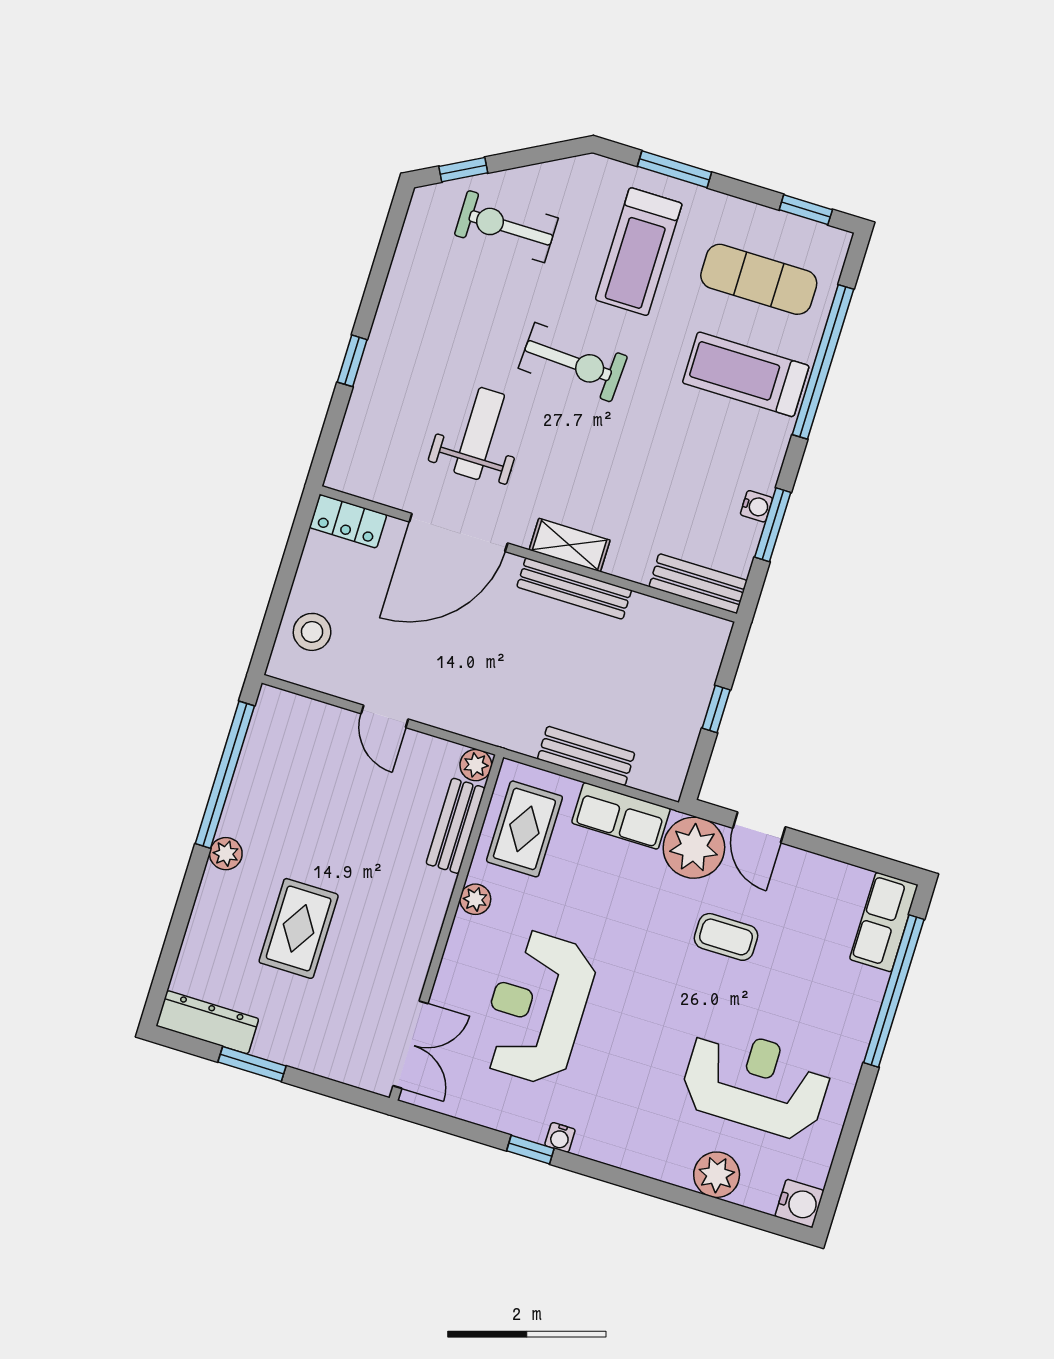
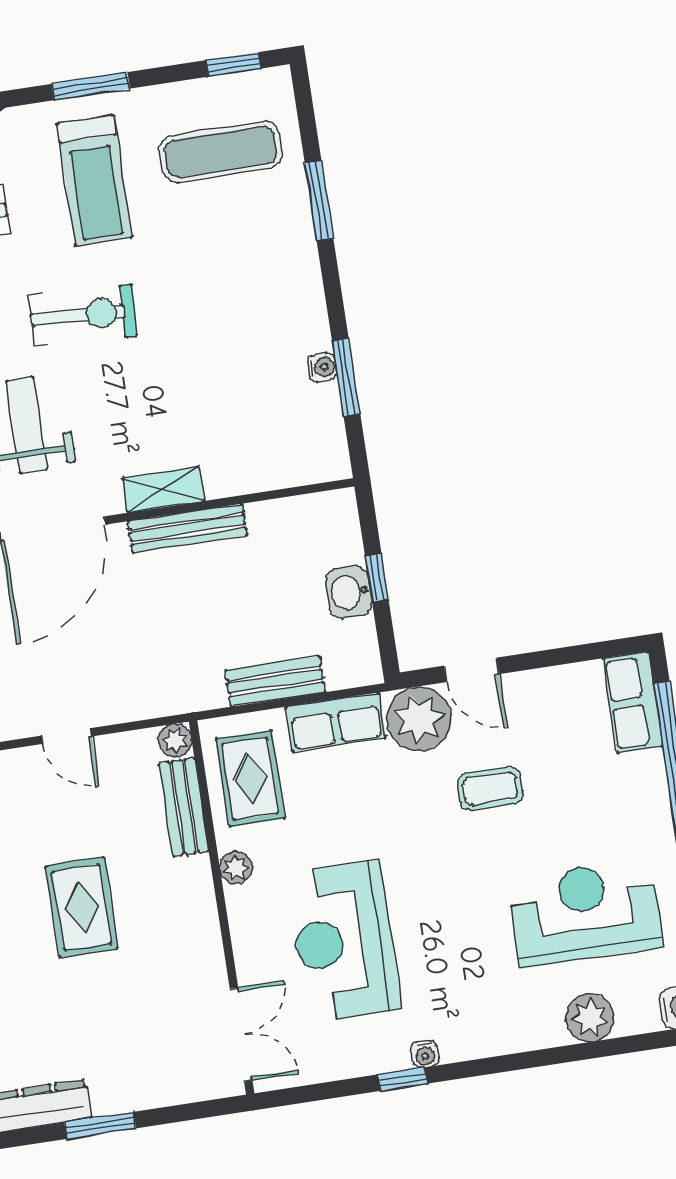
window: (823, 362) -> (319, 200), width x0.47
treadmill: (746, 374) -> (252, 248), removed
bench: (698, 584) -> (302, 467), removed
washbasin: (686, 710) -> (349, 592), added
rug: (299, 928) -> (82, 907), moved

